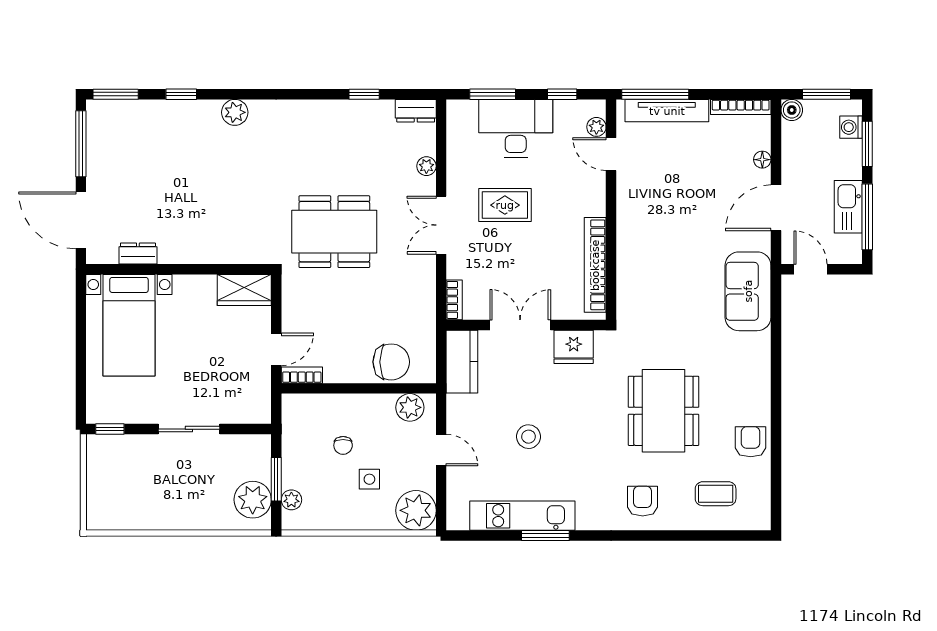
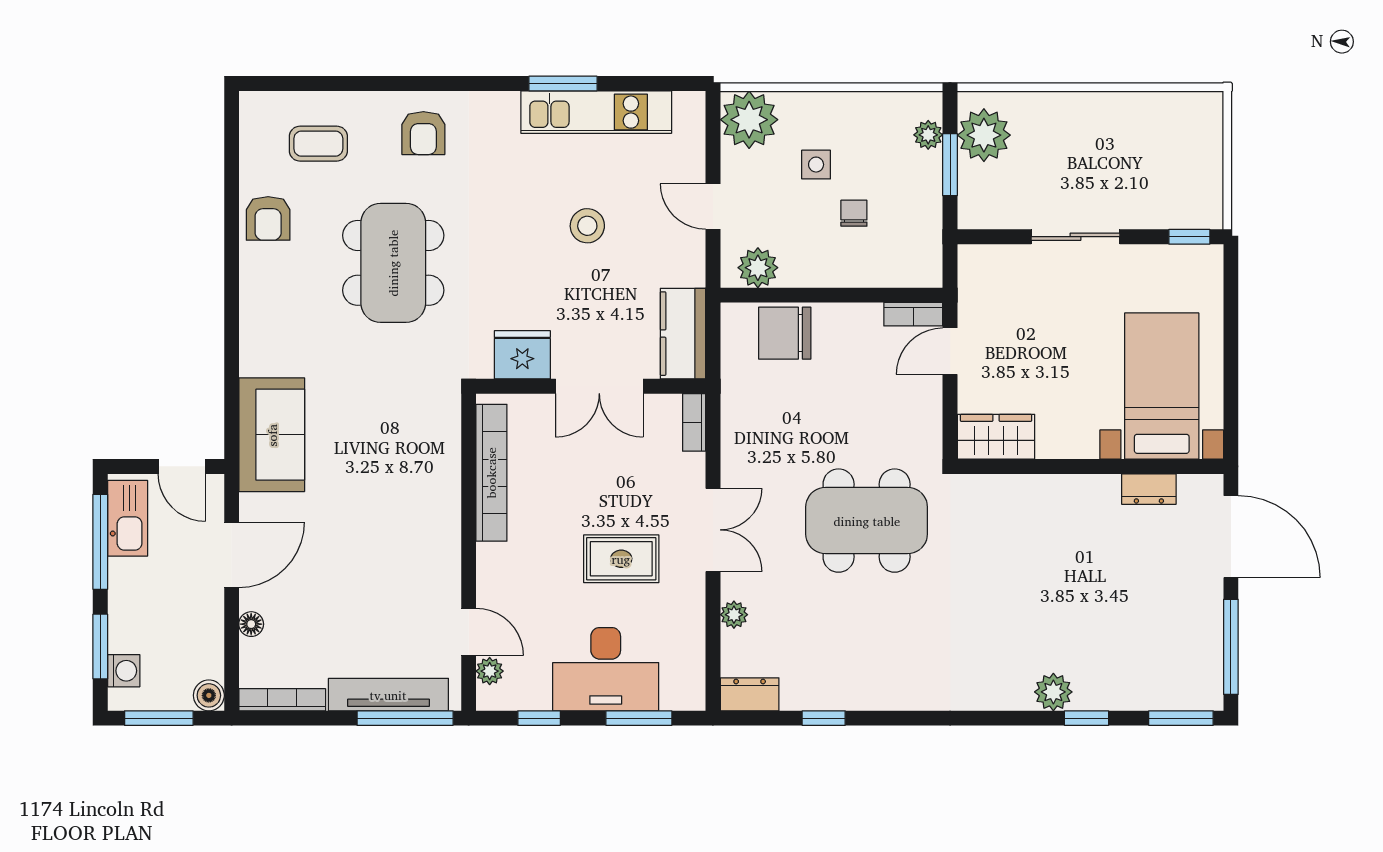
plant: (235, 112) -> (1053, 692), moved
kitchen sink: (848, 207) -> (128, 518), moved

